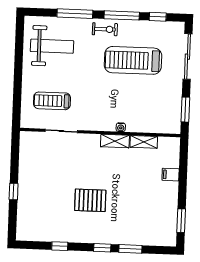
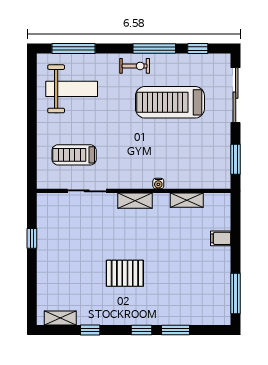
window: (75, 14) -> (74, 49), moved
shelving: (115, 141) -> (135, 201), moved
window: (14, 192) -> (32, 238), moved
window: (181, 221) -> (236, 294), width x1.44
shelving: (35, 235) -> (60, 318), added

